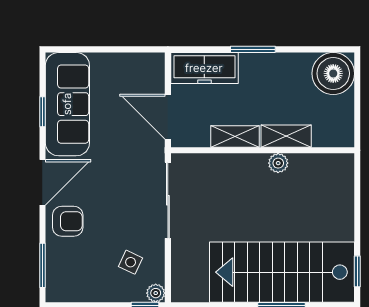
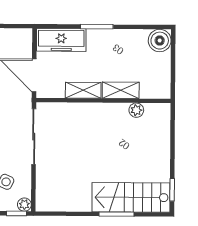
boiler: (333, 73) -> (160, 41), width x0.73, depth x0.73
plant: (278, 163) -> (136, 110), moved
stairs: (282, 272) -> (131, 197), width x0.73, depth x0.66

